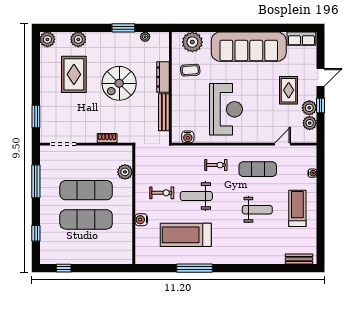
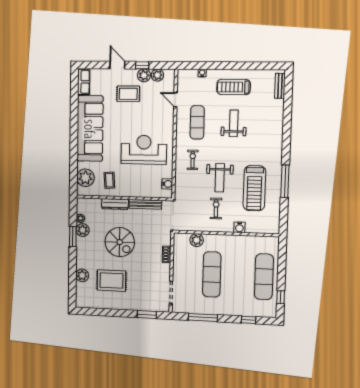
plant: (47, 39) -> (83, 230), moved
exercise mat: (86, 219) -> (264, 277), moved

